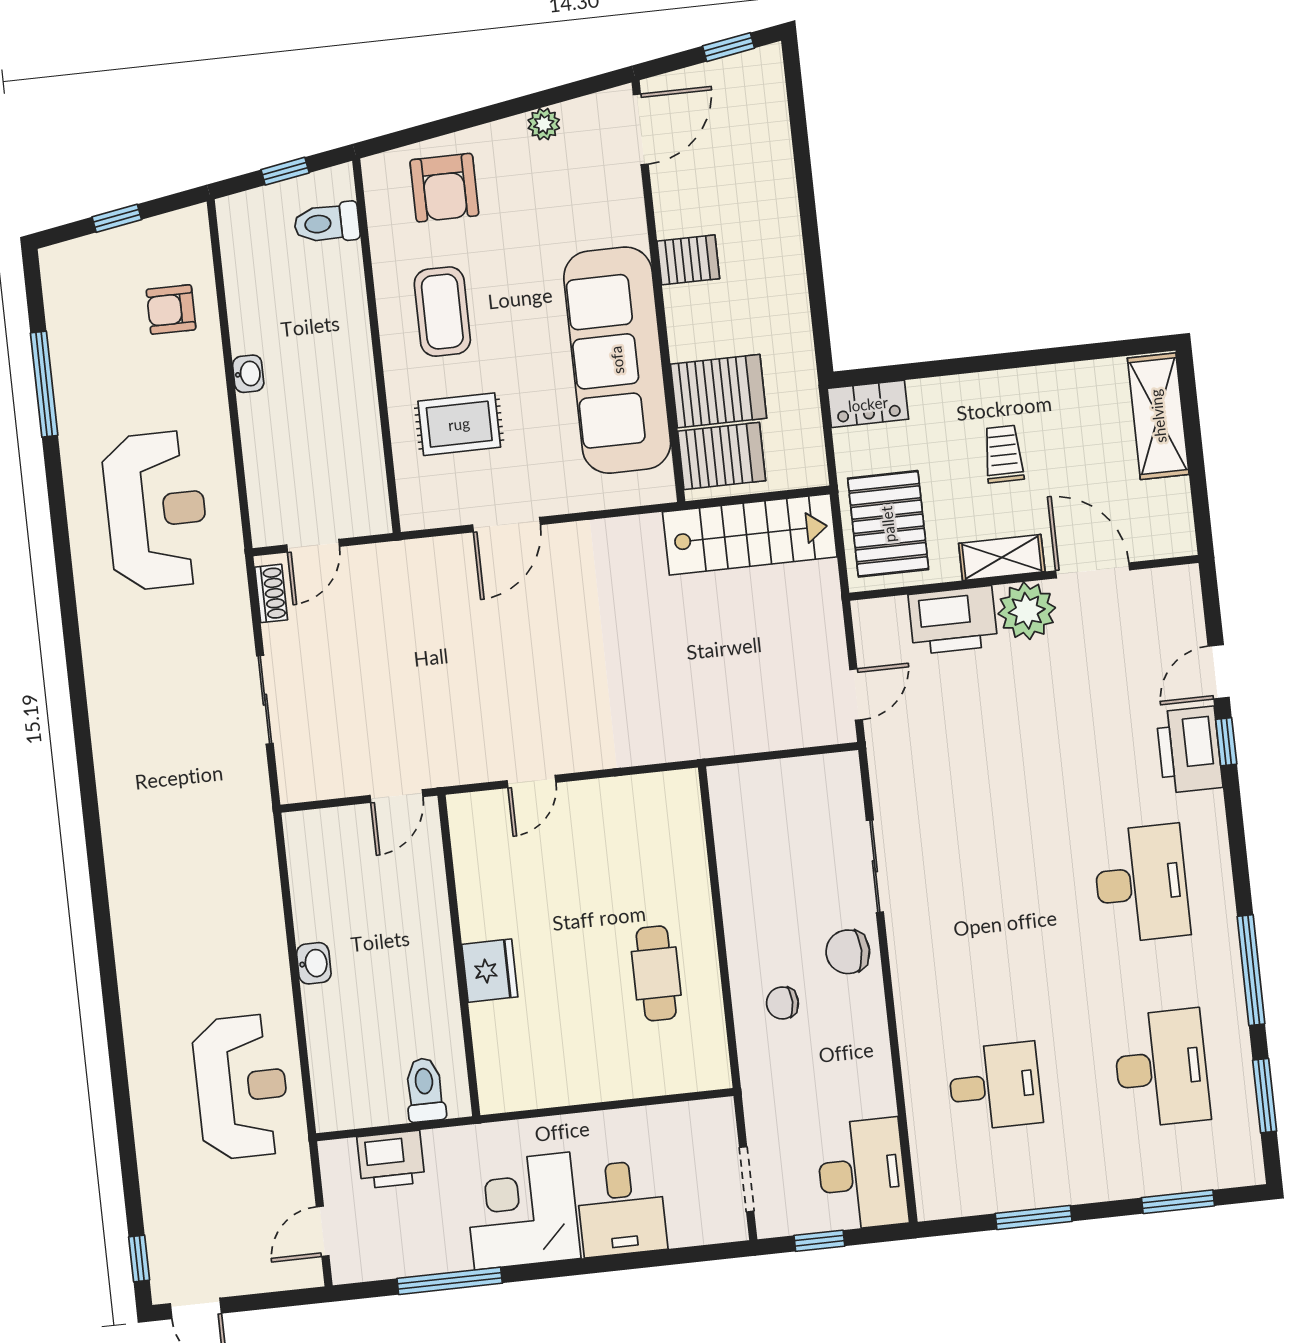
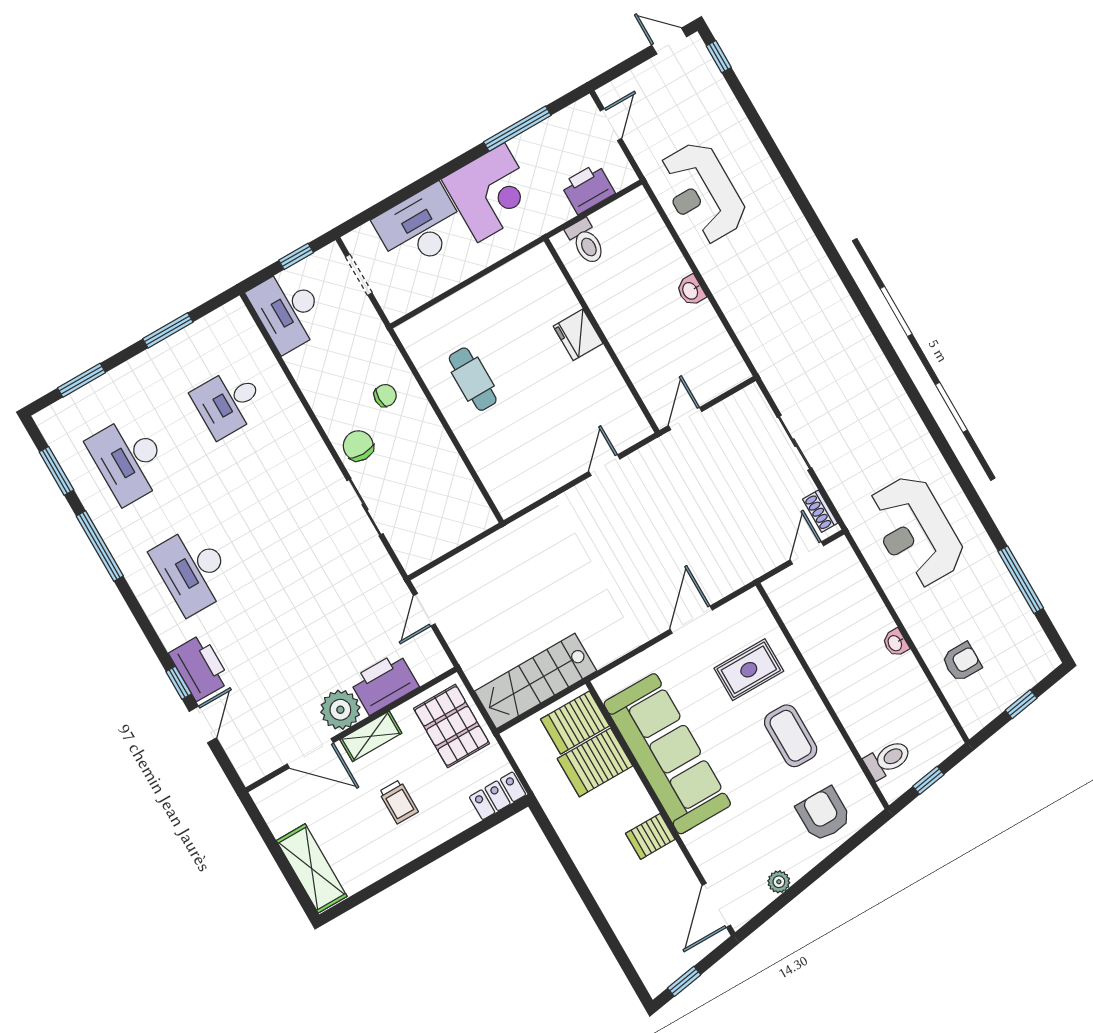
chair: (848, 952) -> (358, 446), turned -90
desk: (621, 1208) -> (420, 227), width x1.37

